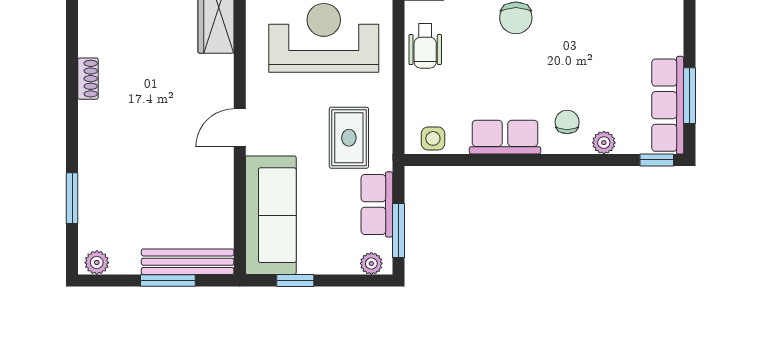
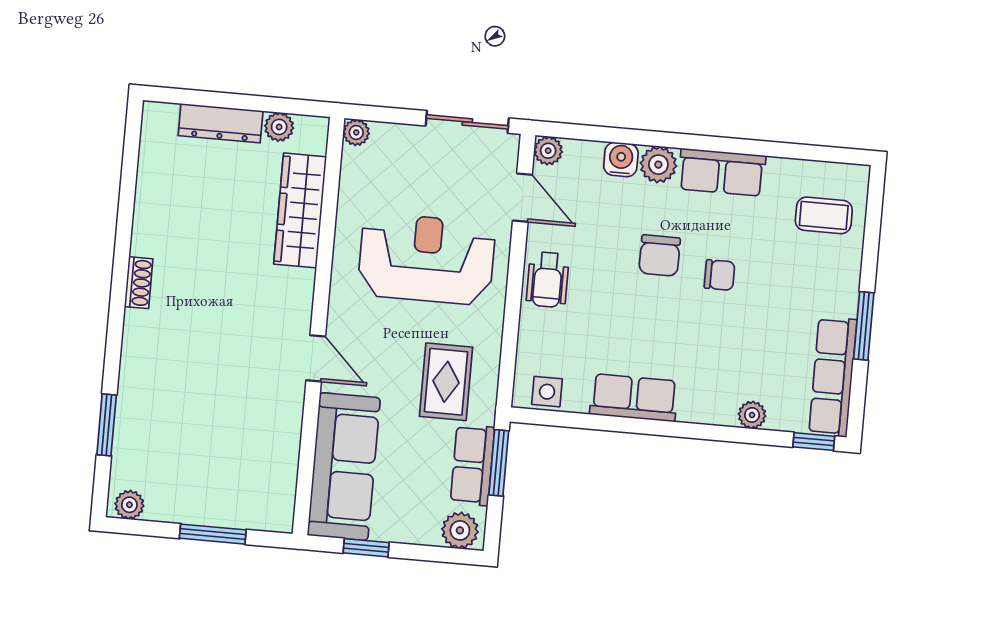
window: (689, 96) -> (864, 326), moved
chair: (567, 122) -> (720, 275), moved, turned 90
door: (240, 128) -> (316, 358), swing flipped
window: (398, 231) -> (499, 463), moved
bench: (188, 262) -> (239, 514), removed
plant: (371, 263) -> (460, 530), width x1.38, depth x1.38

